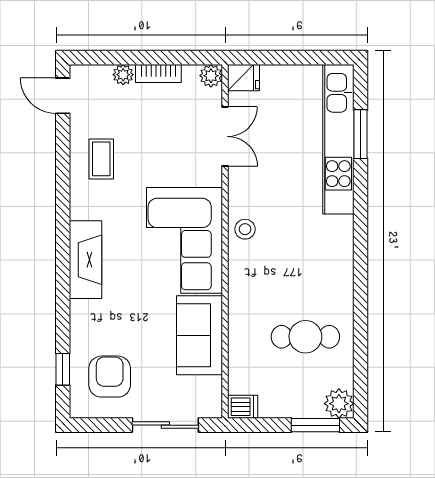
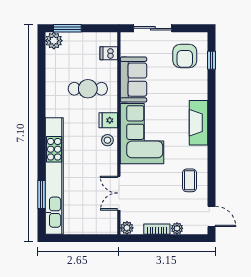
fridge: (244, 78) -> (108, 120), moved
kitchen unit: (338, 139) -> (54, 176), width x1.36
cafe table: (305, 337) -> (88, 89), moved
dishwasher: (243, 407) -> (109, 53), moved

